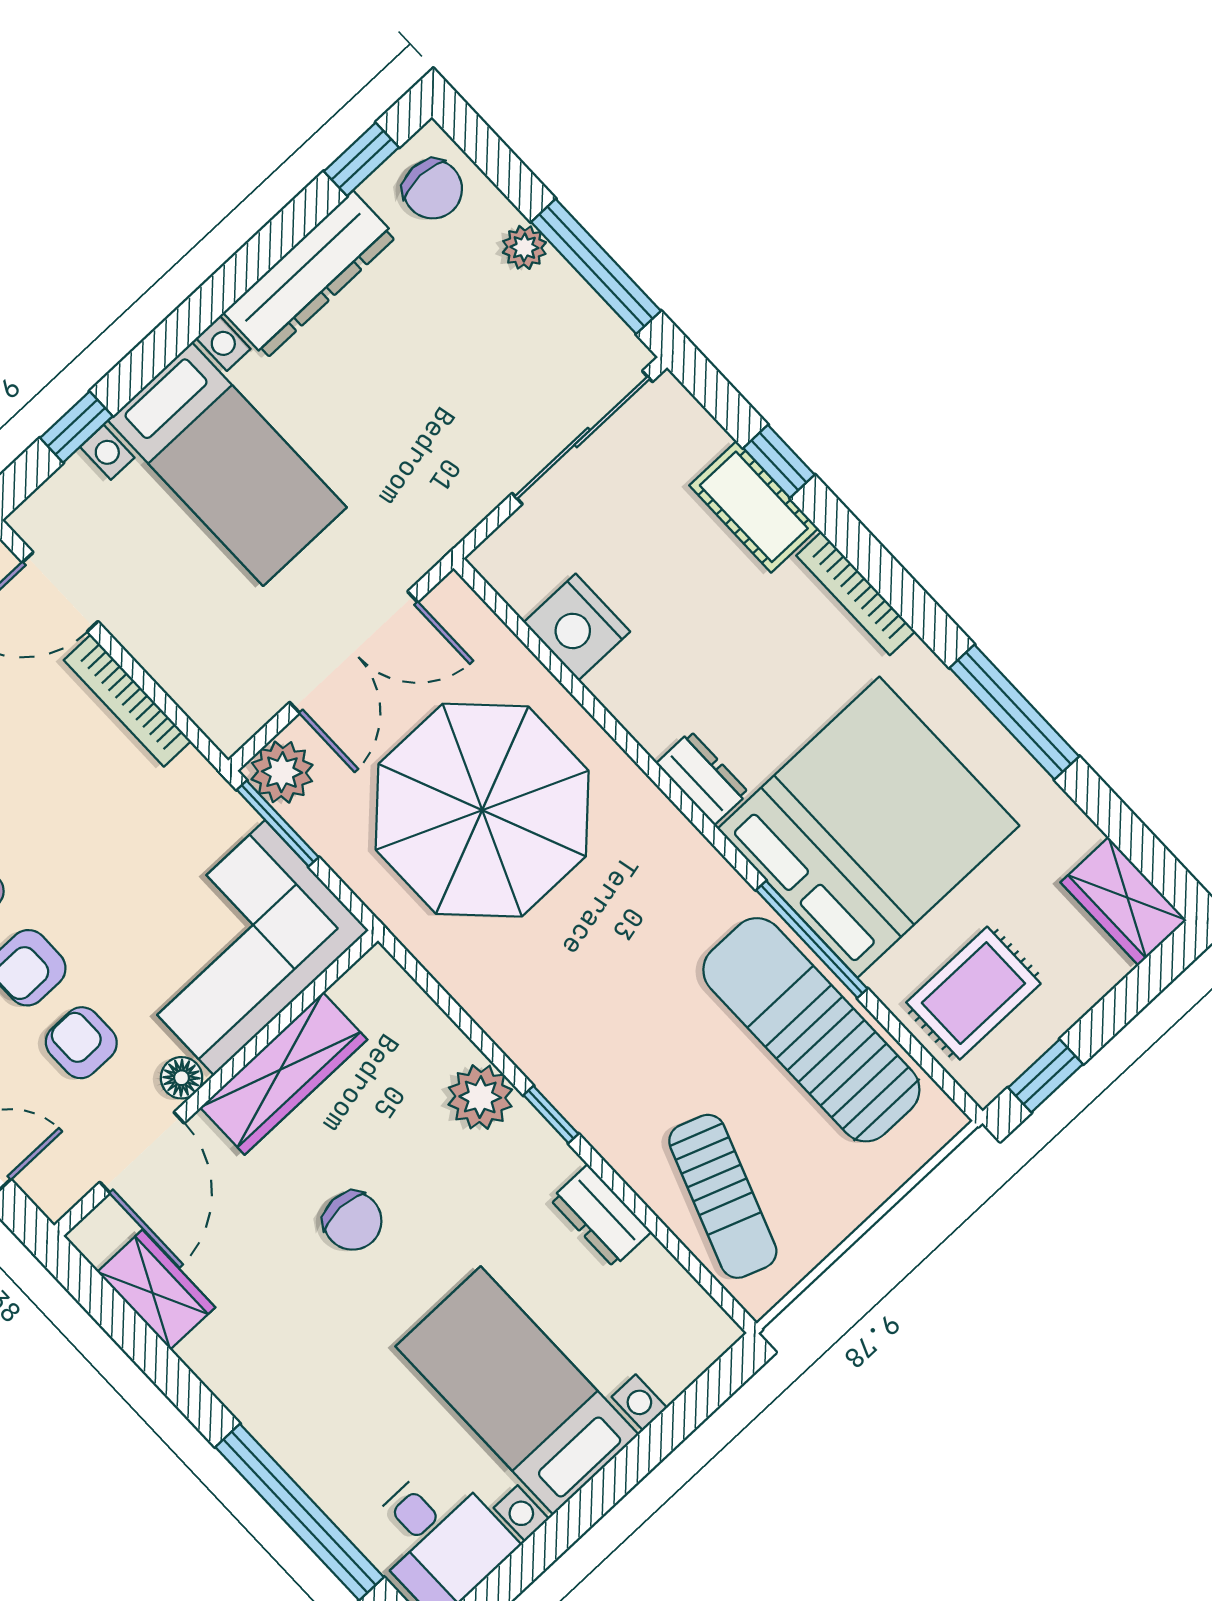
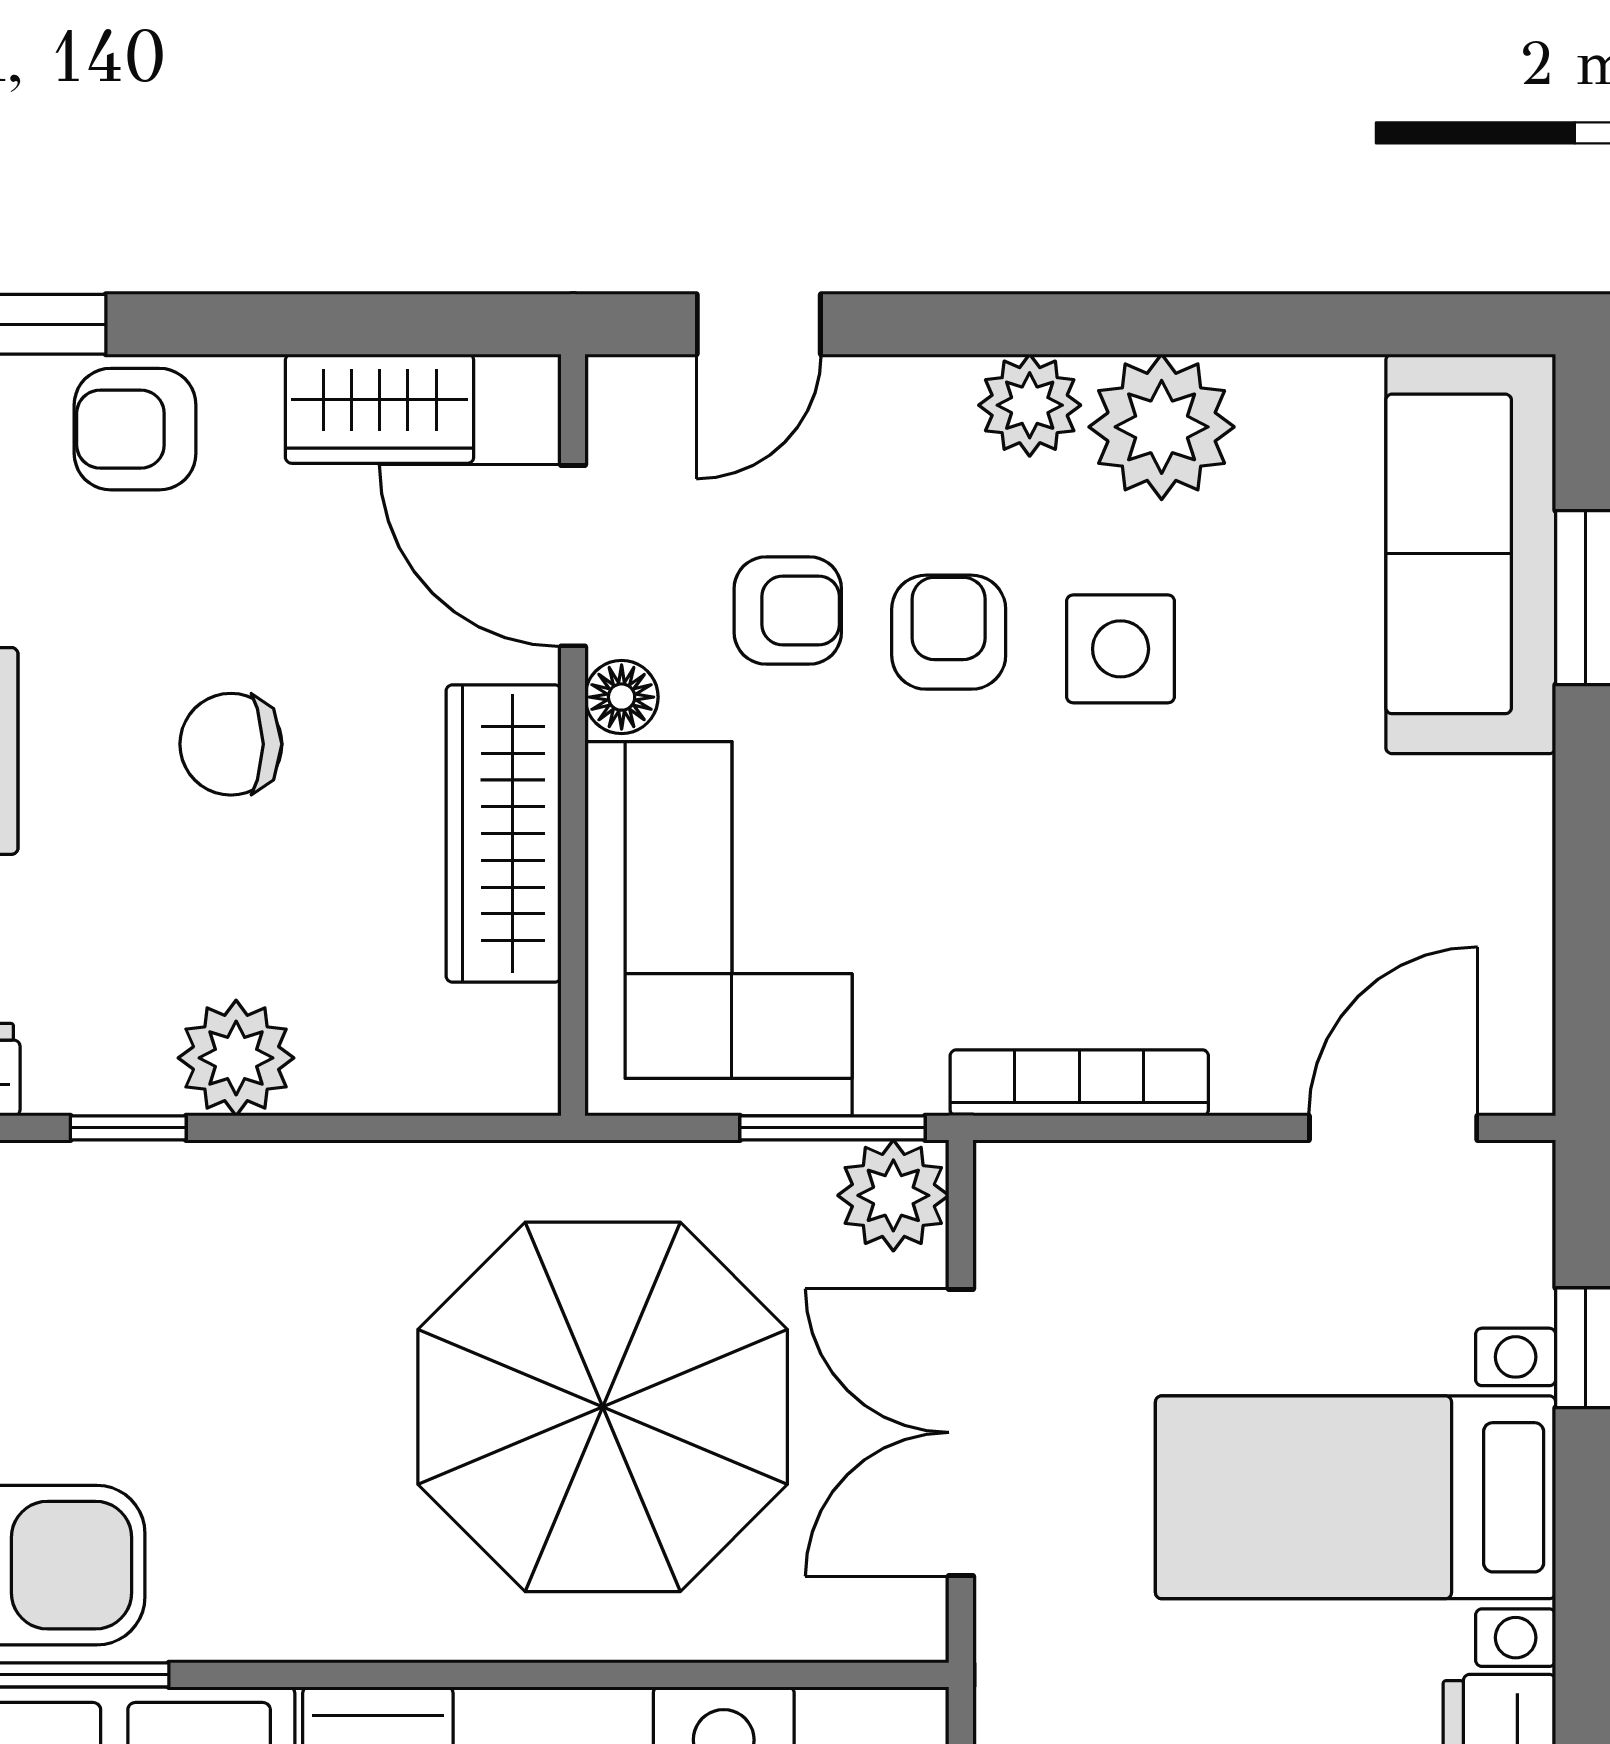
bookcase: (127, 701) -> (1079, 1083), moved
armchair: (260, 1383) -> (135, 429), added

